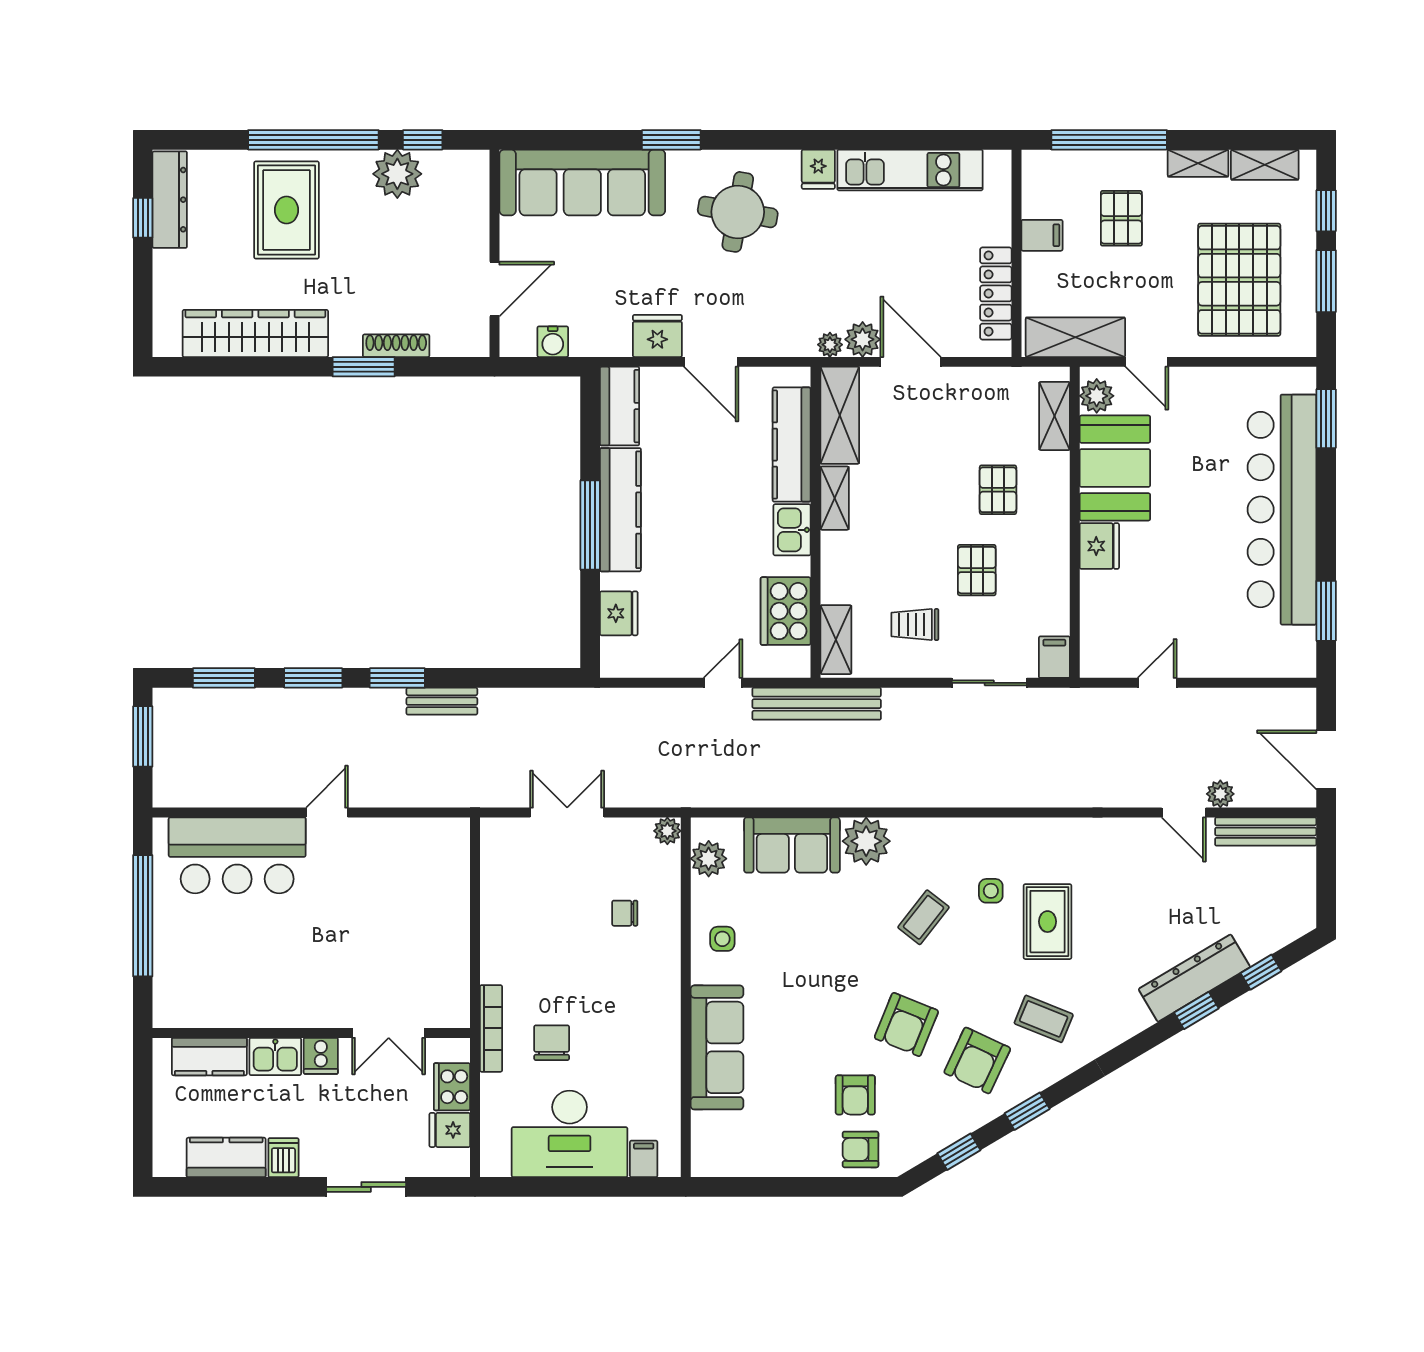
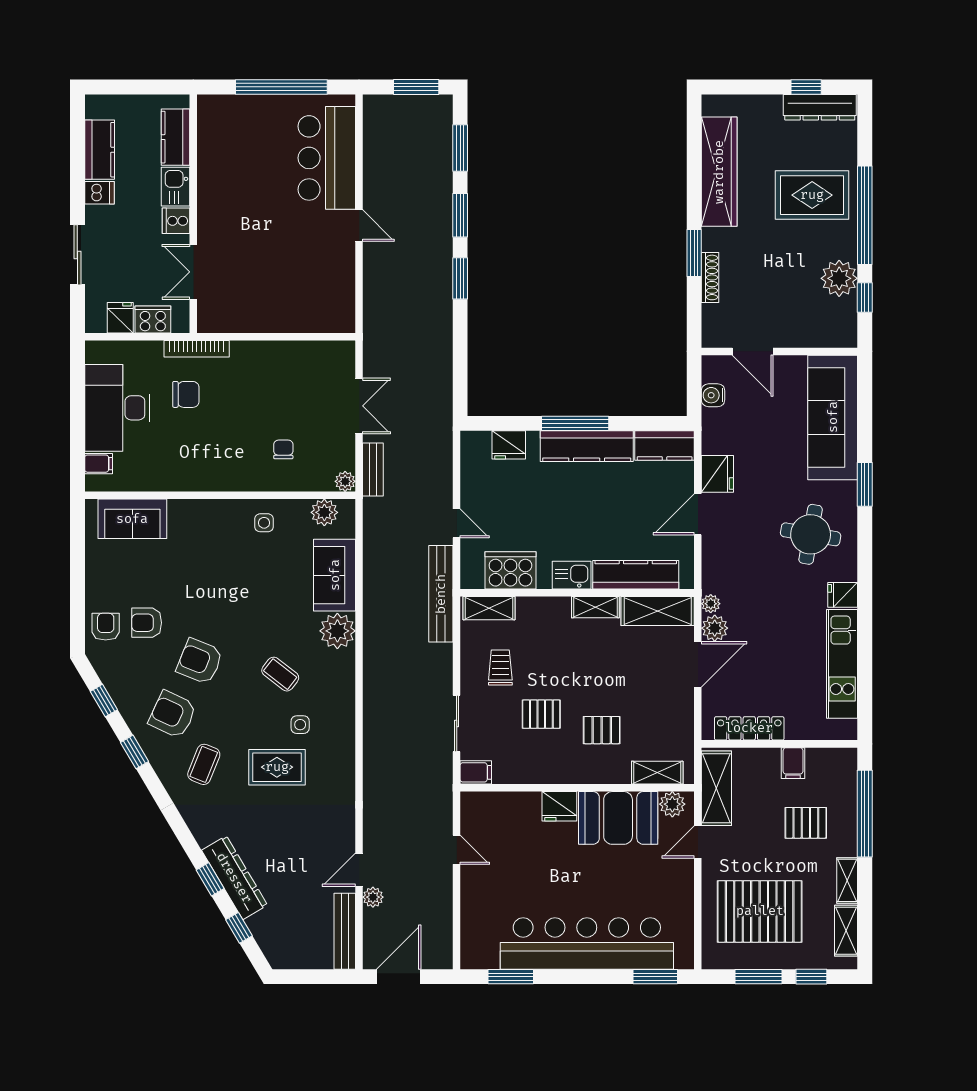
bench: (442, 701) -> (373, 470), moved
sofa: (717, 1047) -> (132, 519), moved, width x0.73

